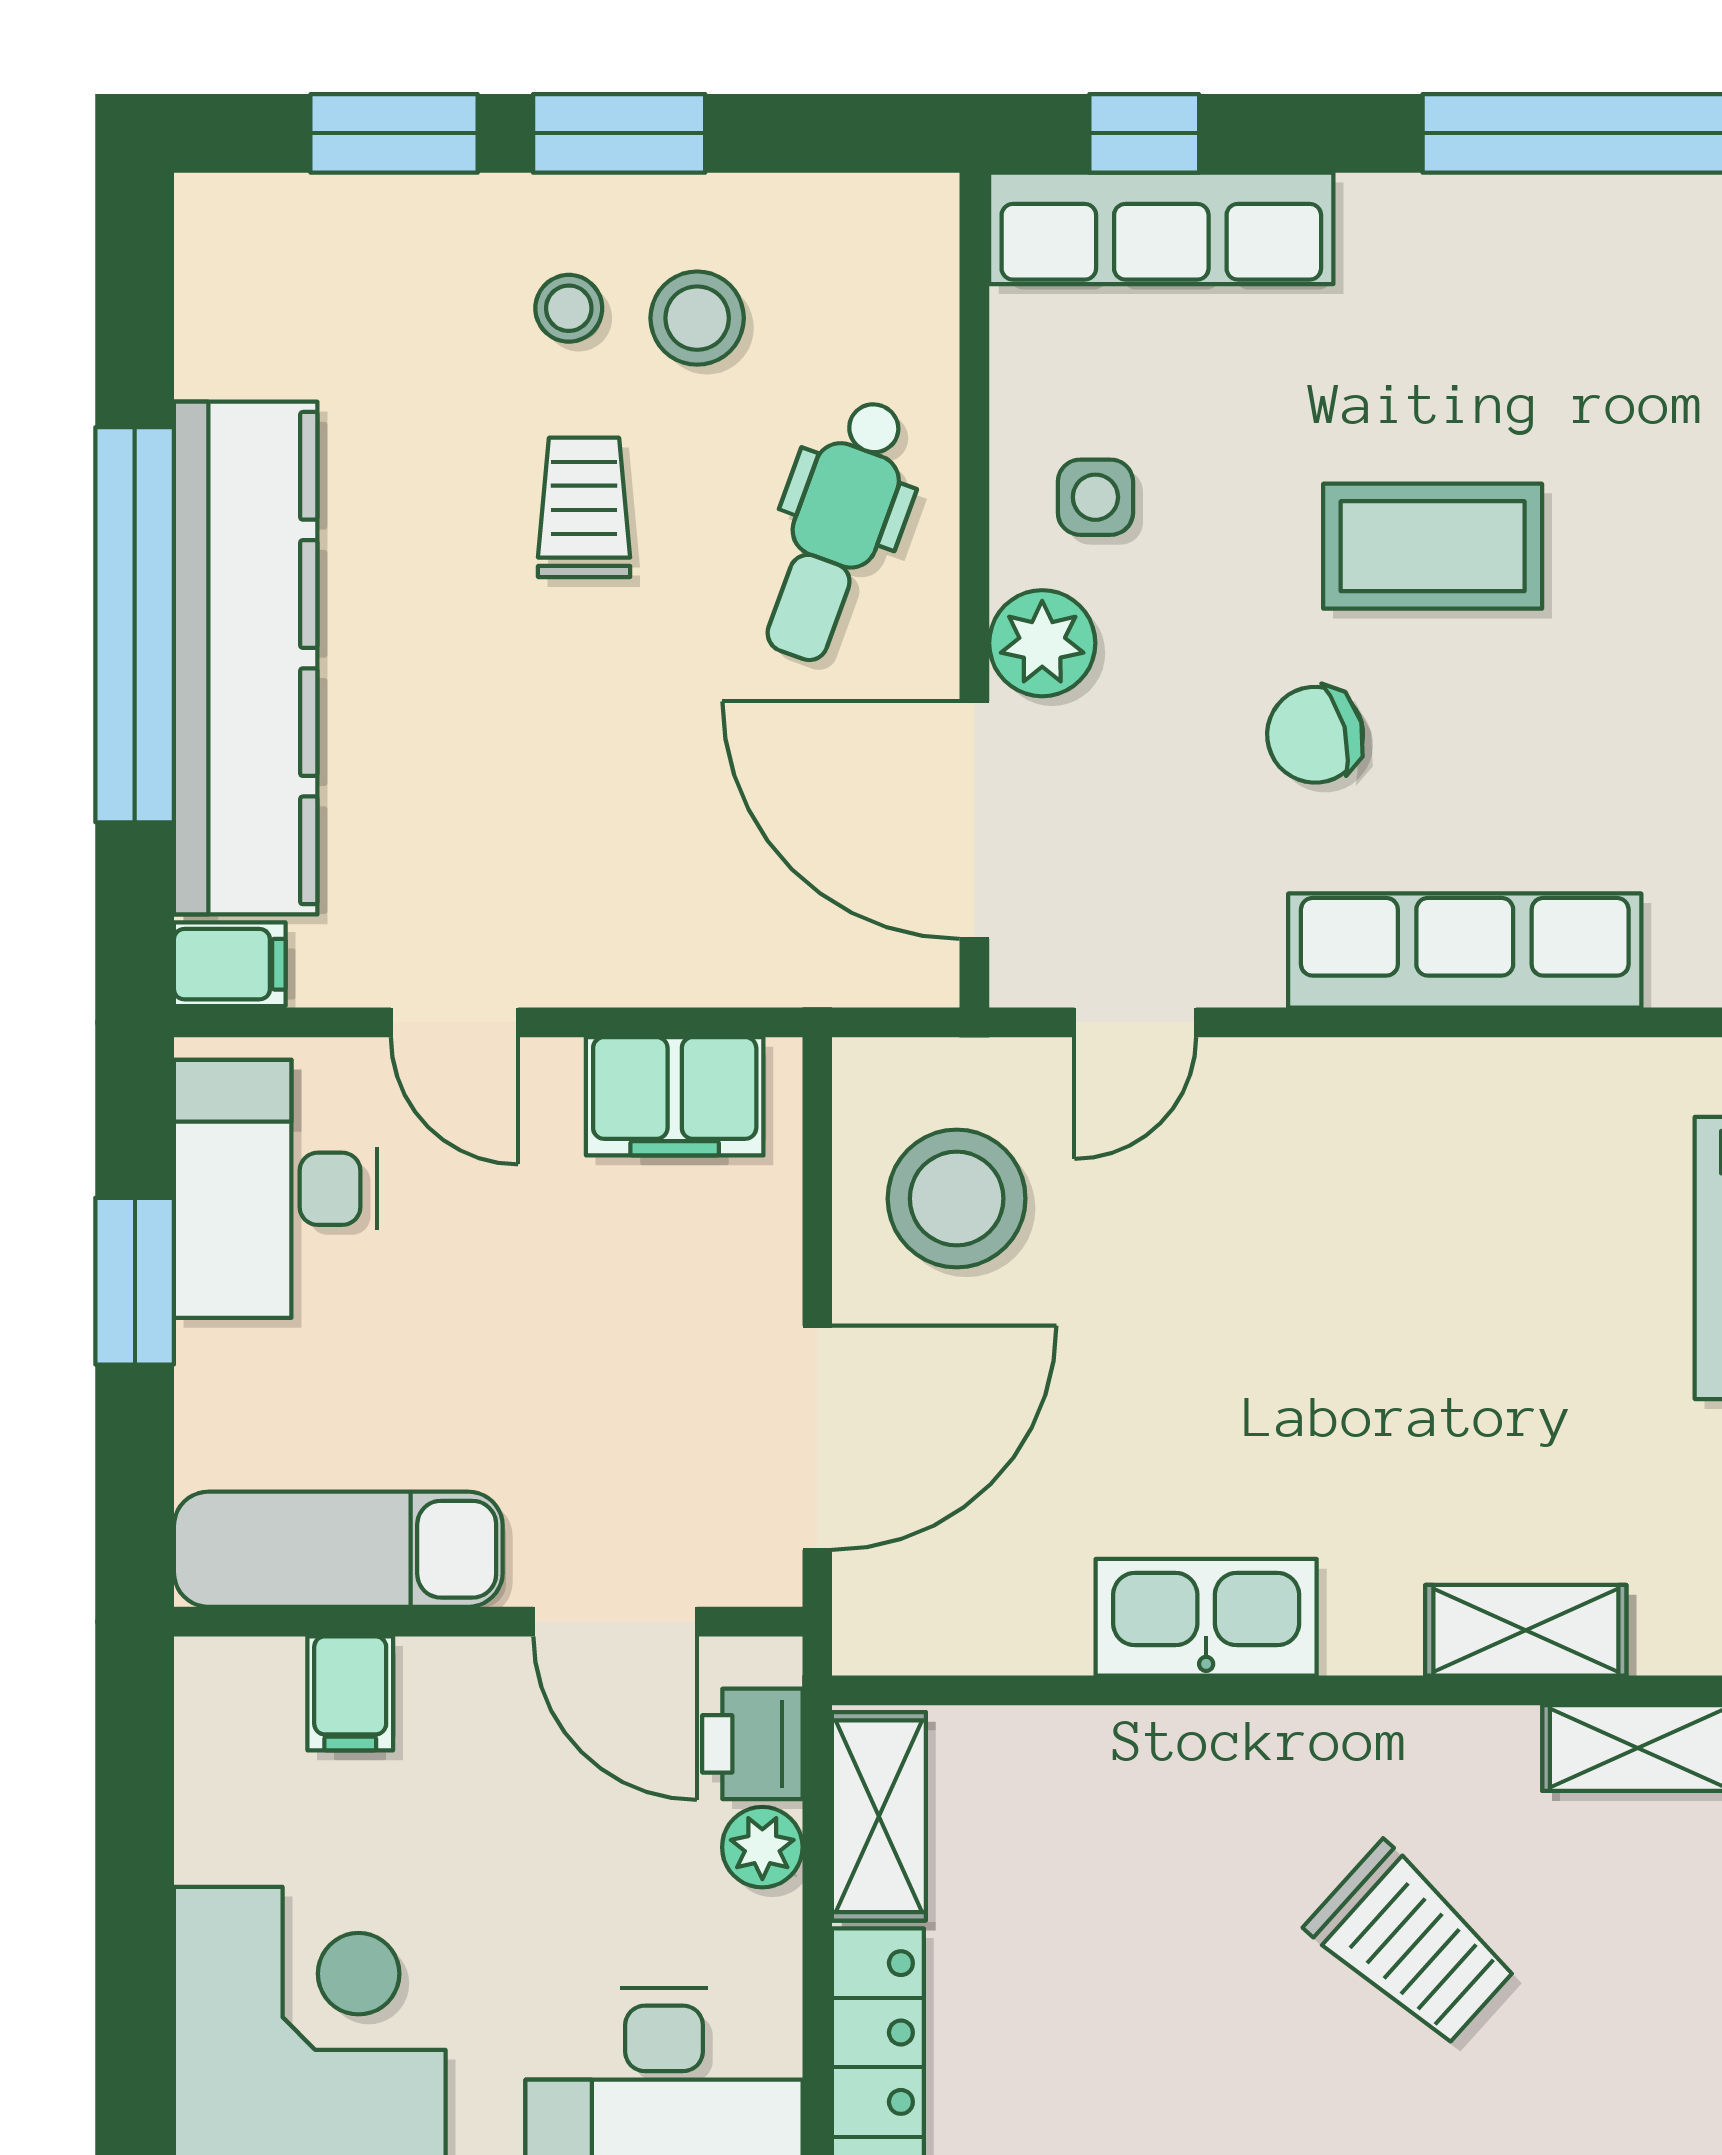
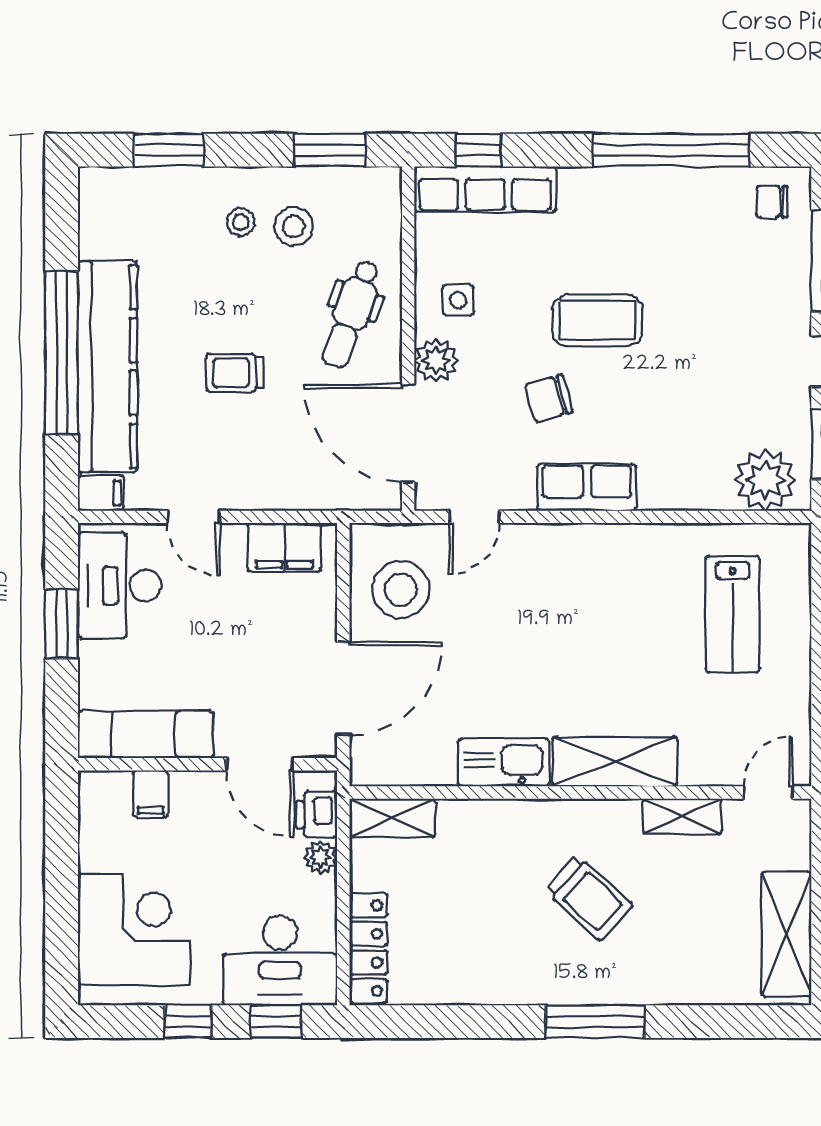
window: (619, 133) -> (330, 150), moved
trolley: (584, 507) -> (235, 373), moved, turned -90
row of seats: (1465, 951) -> (587, 487), width x0.68
shelving: (1526, 1630) -> (615, 762), width x1.50, depth x1.33
shelving: (879, 1816) -> (392, 818), moved, turned 90

